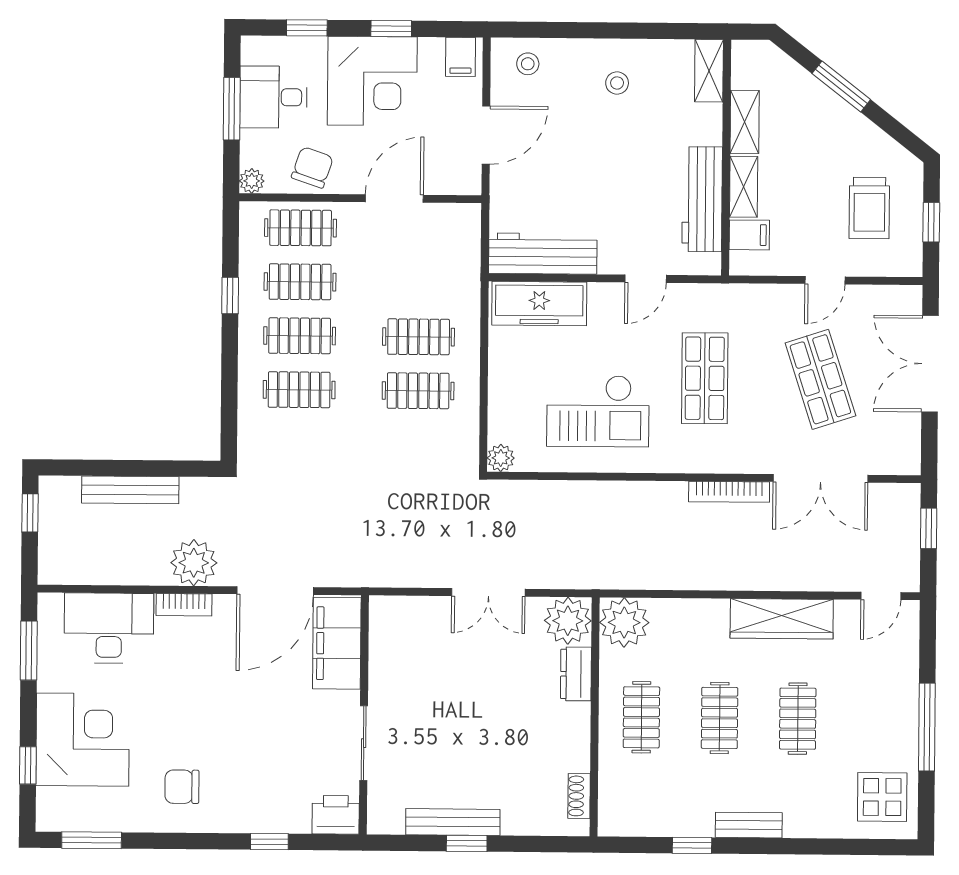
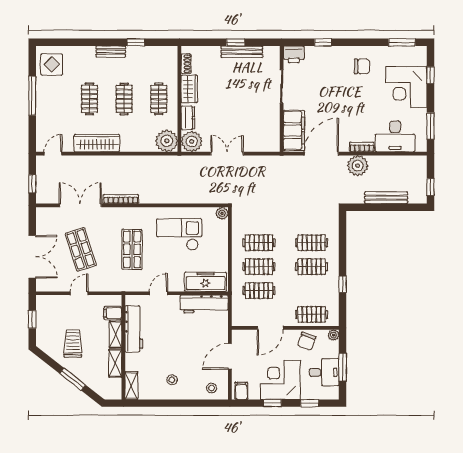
trolley: (869, 208) -> (73, 343), moved
clothes rail: (300, 282) -> (259, 291), moved
wardrobe: (572, 739) -> (189, 89), added

